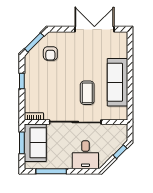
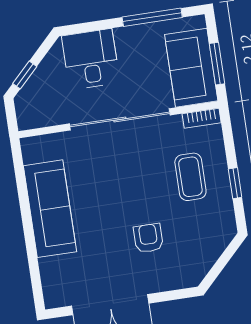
window: (34, 42) -> (223, 261), removed
armchair: (50, 53) -> (148, 238), moved
coffee table: (87, 93) -> (190, 177), moved

